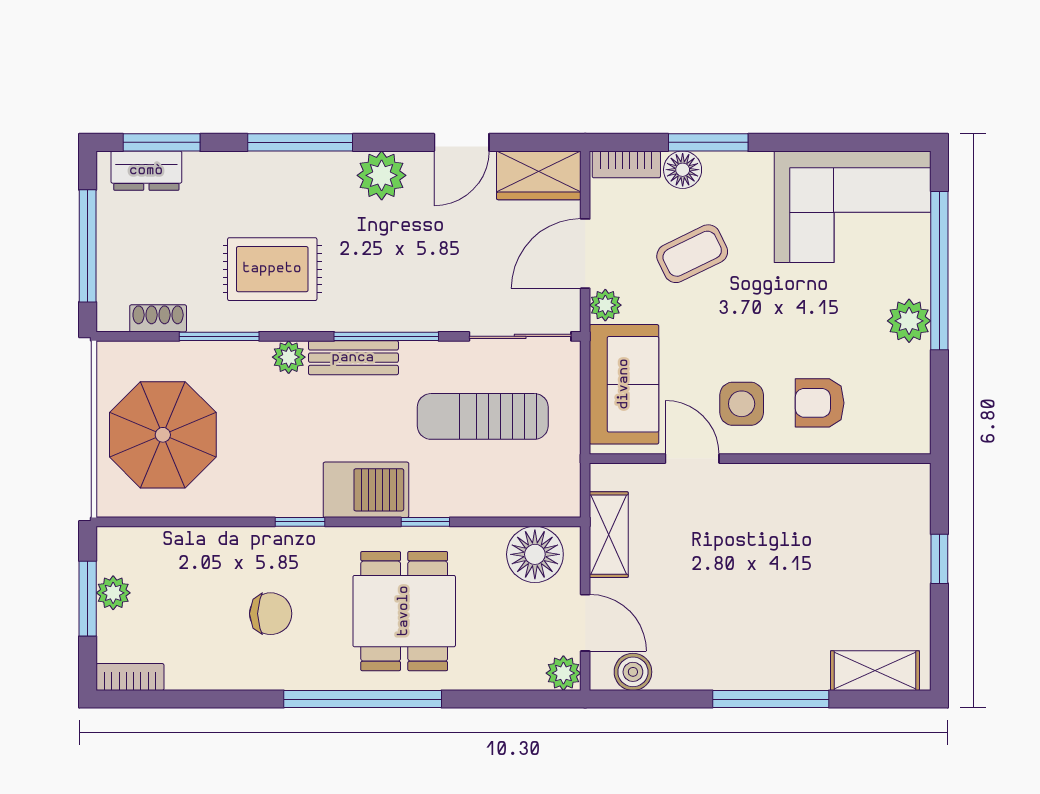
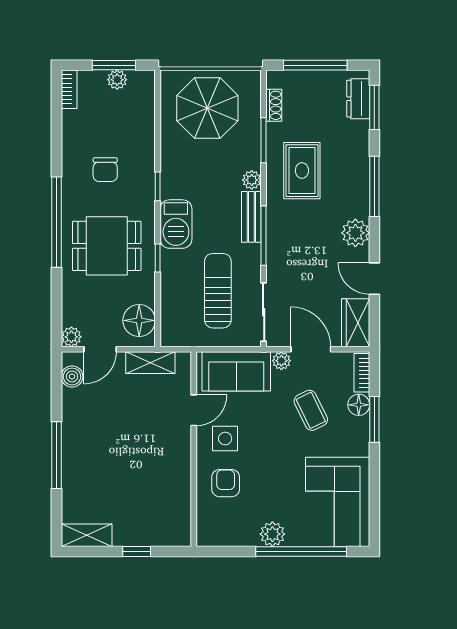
shelving: (875, 671) -> (87, 535), moved, turned 90

